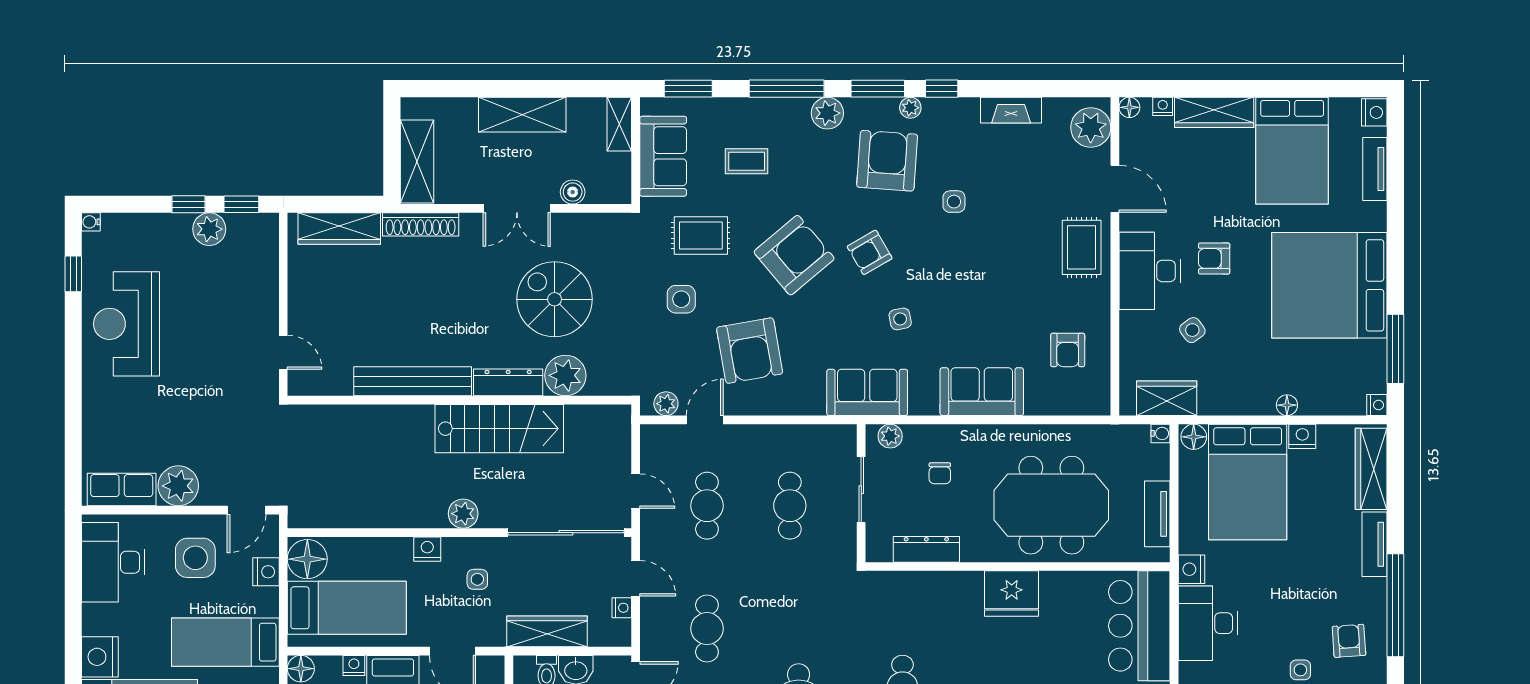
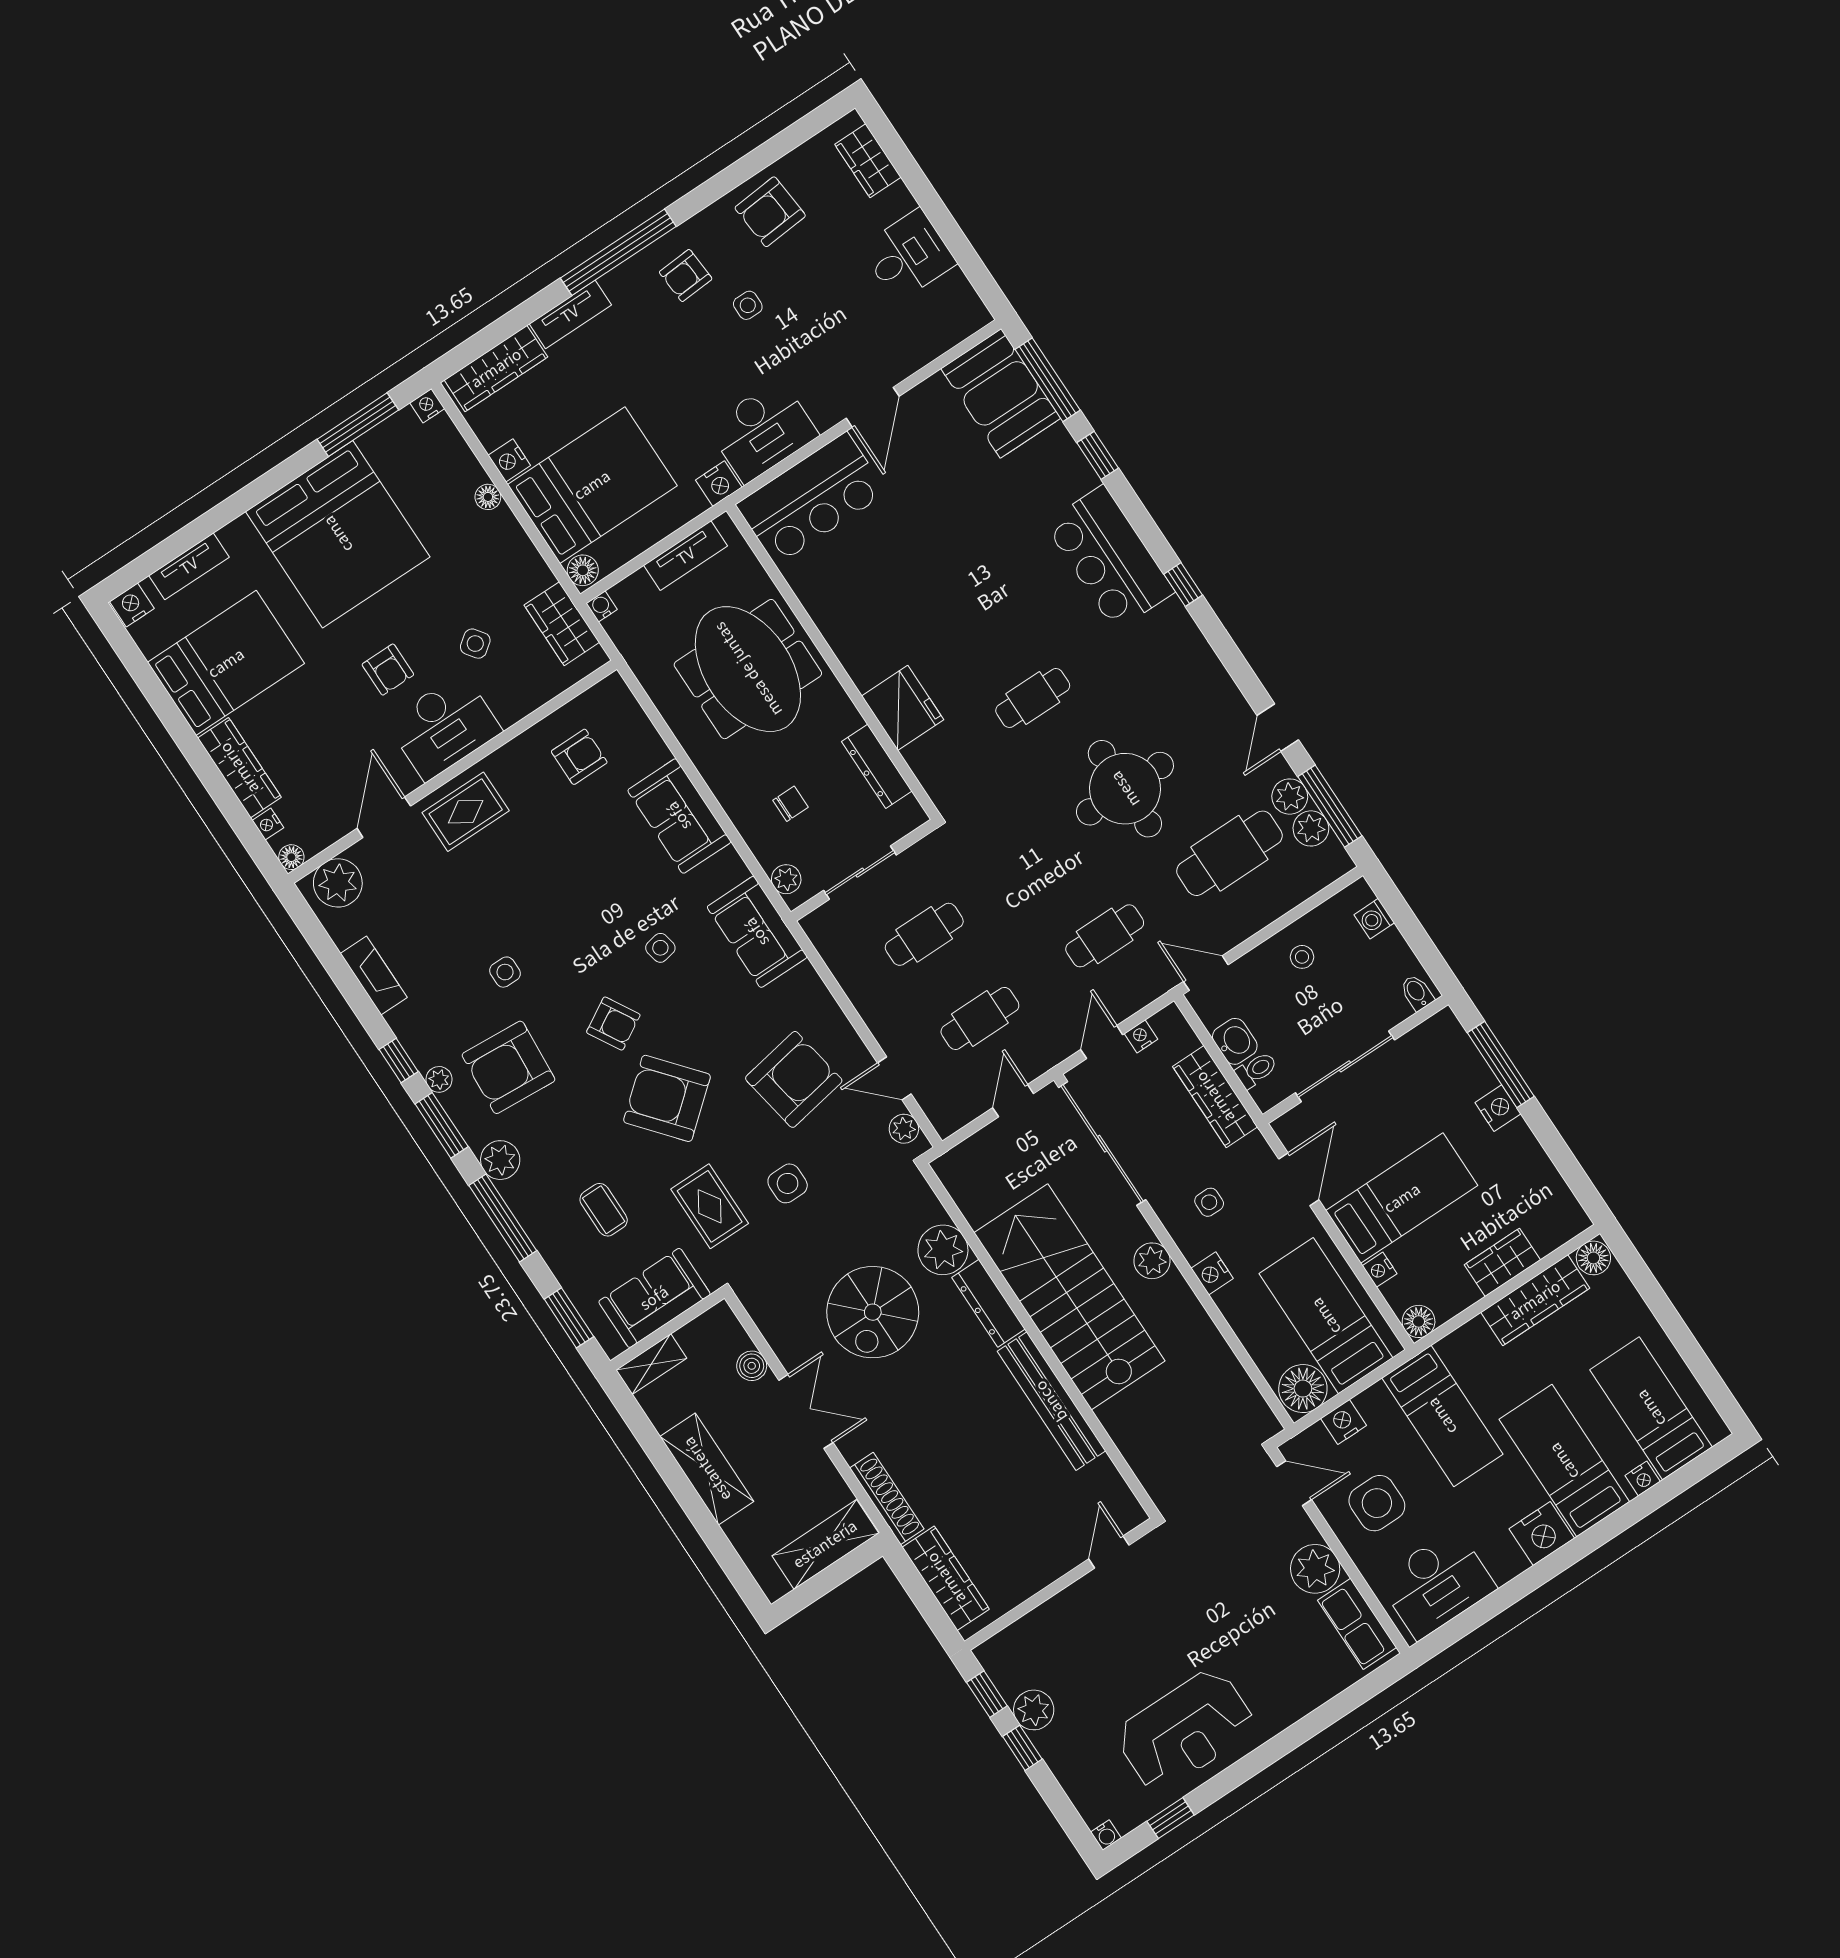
stairs: (499, 429) -> (1069, 1297), width x1.36, depth x1.51
fridge: (1012, 593) -> (903, 708), moved

